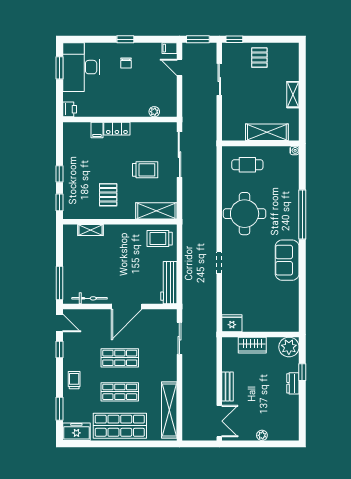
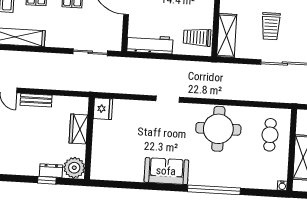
trolley: (160, 239) -> (197, 37), turned -90
dresser: (293, 383) -> (51, 171), moved

